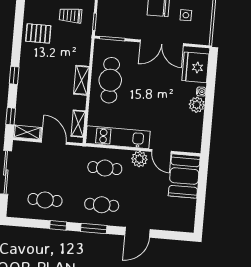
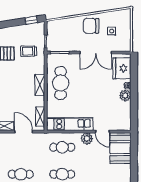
trolley: (71, 15) -> (29, 51), moved

